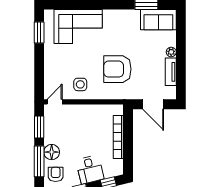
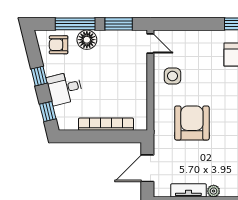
armchair: (56, 174) -> (59, 45), turned 180

